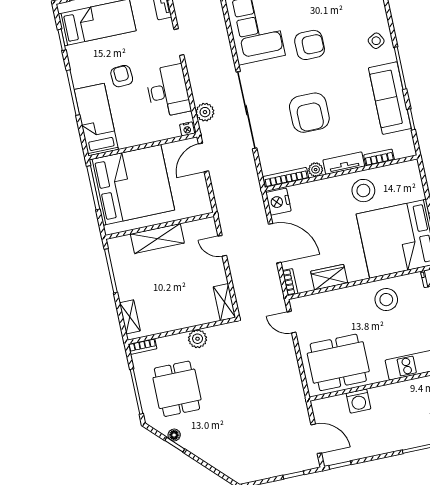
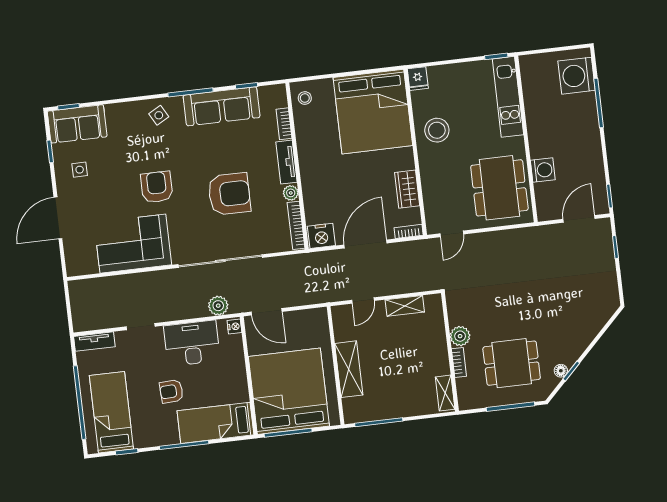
stool: (363, 191) -> (305, 98), moved, width x0.53, depth x0.53
shelving: (224, 302) -> (405, 306), moved
shelving: (130, 317) -> (445, 393), moved, turned 90
bookcase: (143, 346) -> (459, 363), moved

